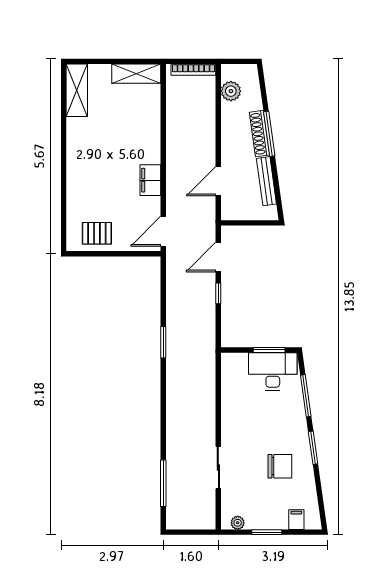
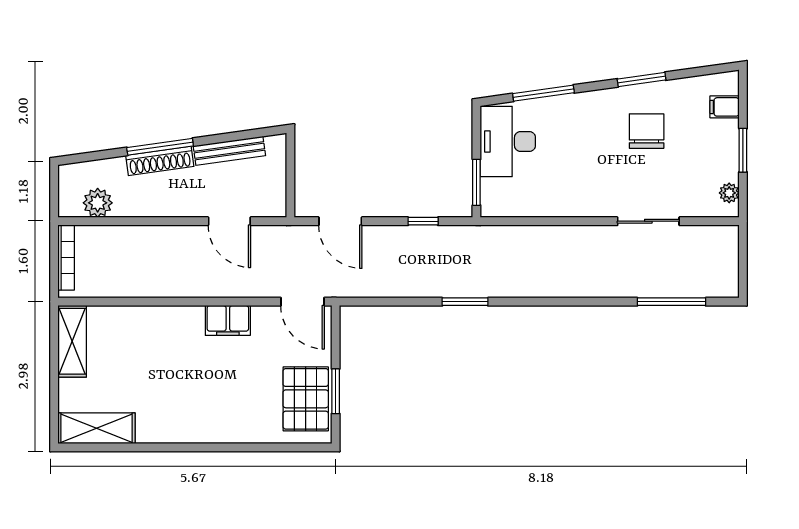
pallet: (97, 233) -> (306, 399), width x1.50, depth x1.42
window: (102, 254) -> (336, 391), added
window: (218, 293) -> (423, 221), moved
window: (269, 350) -> (476, 182), moved
window: (313, 448) -> (642, 79), moved

